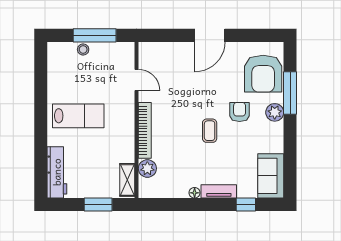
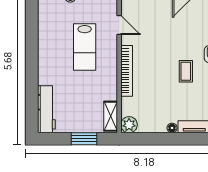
lab bench: (78, 116) -> (85, 47), moved, turned 90
plant: (147, 168) -> (129, 125), moved

